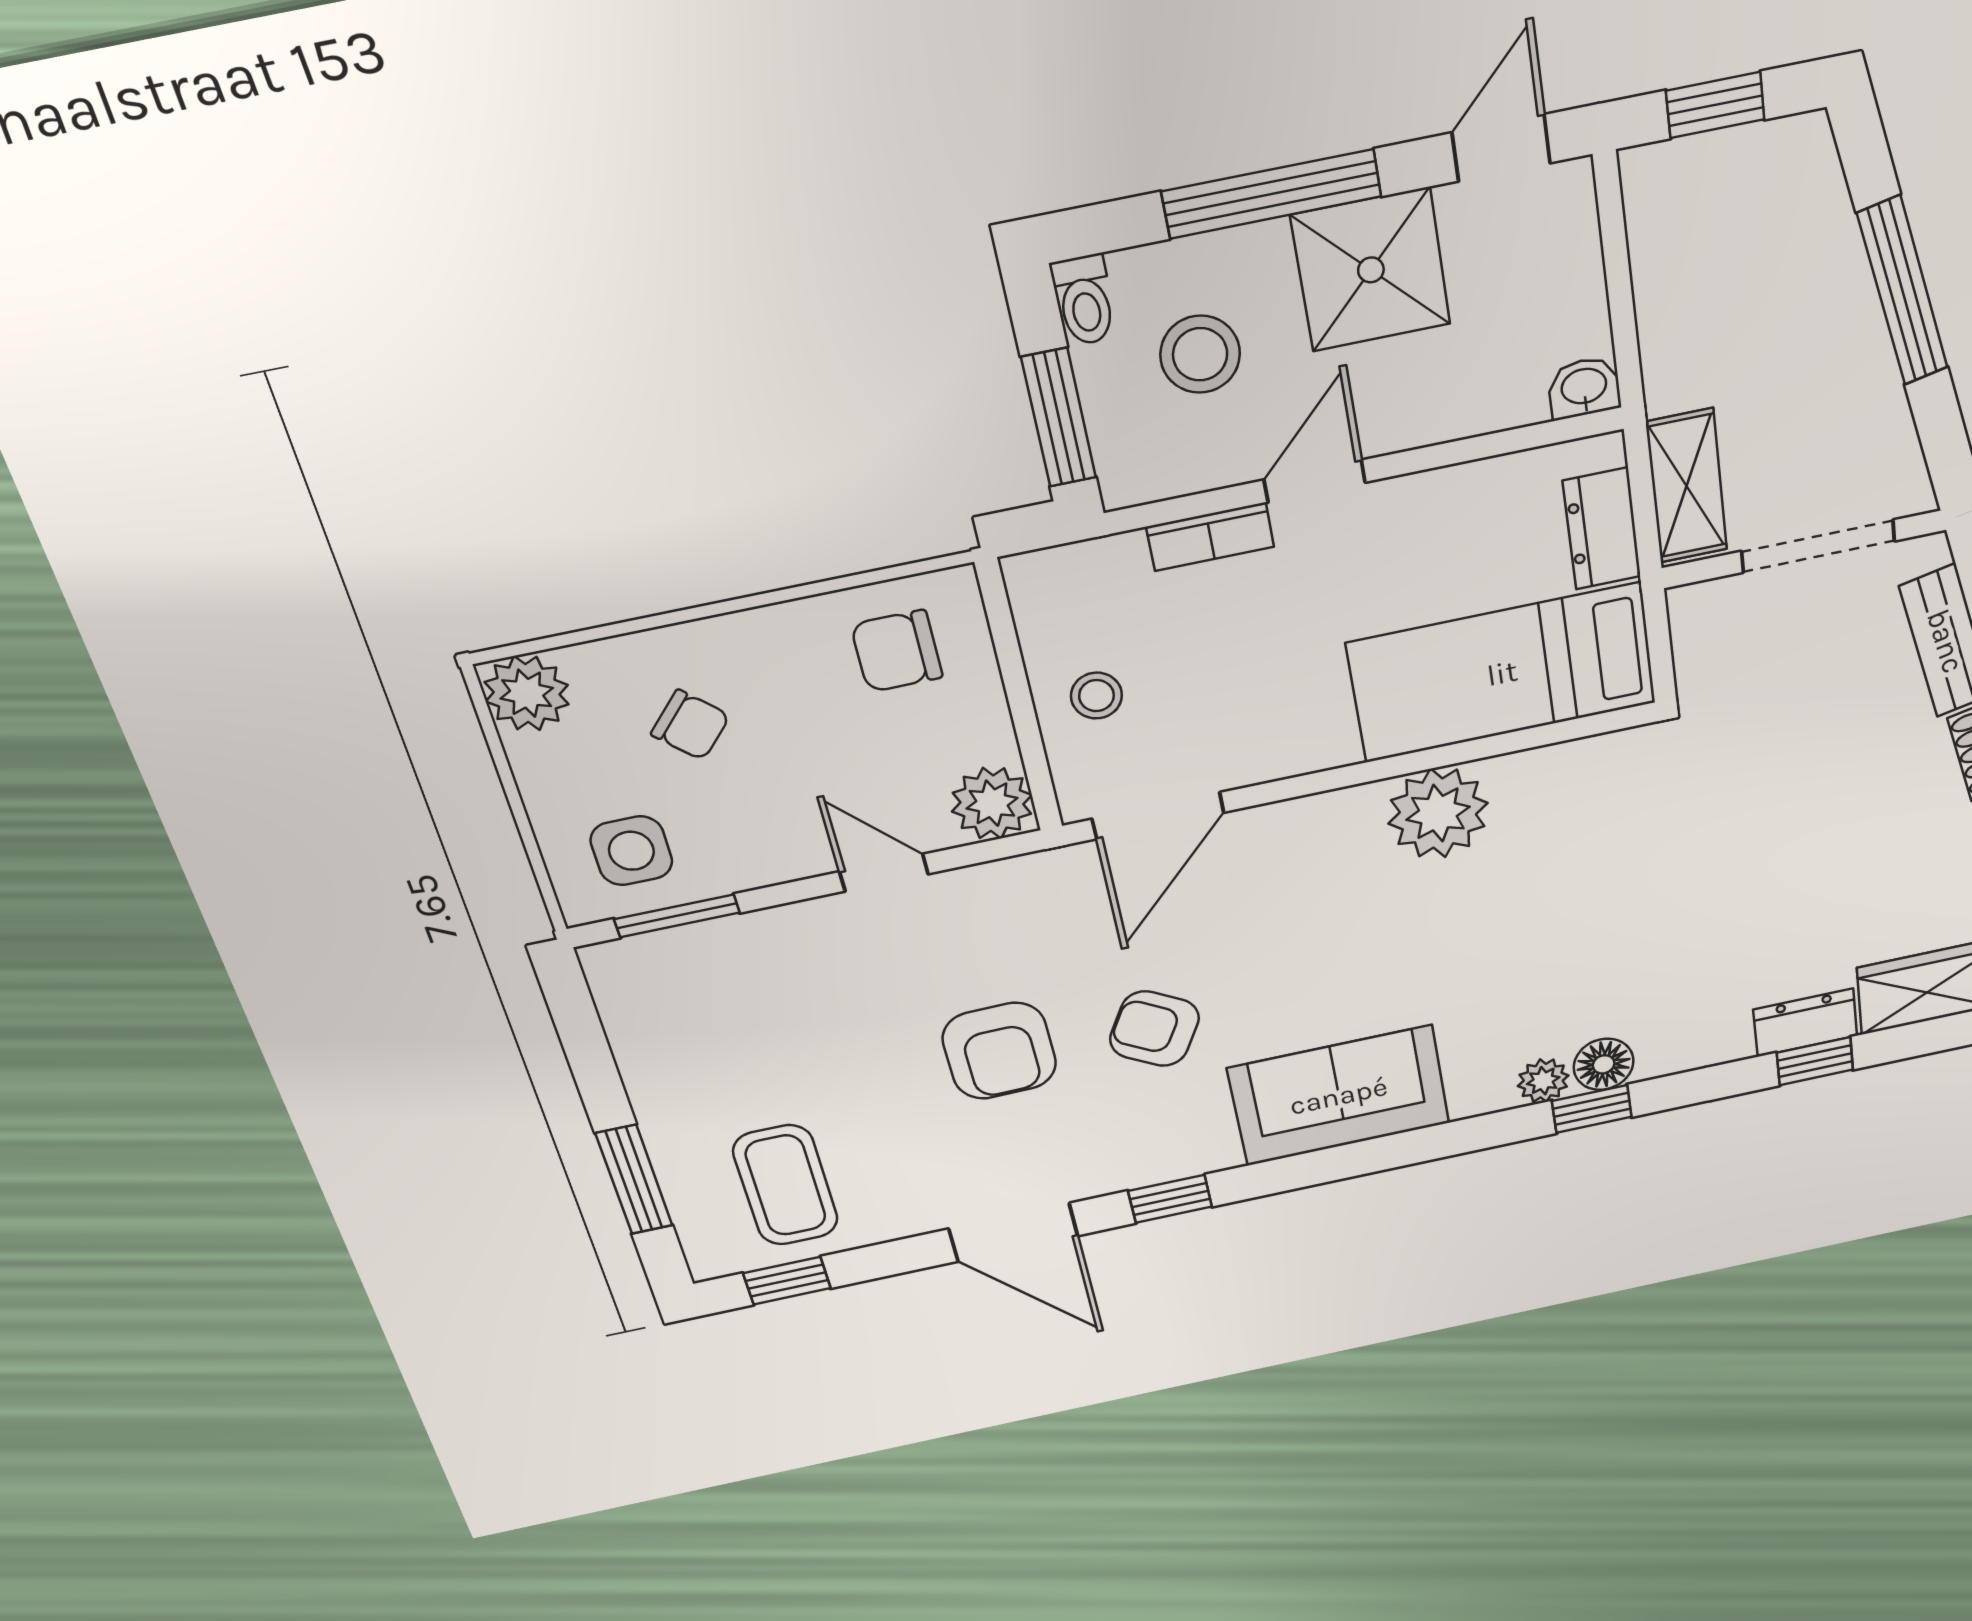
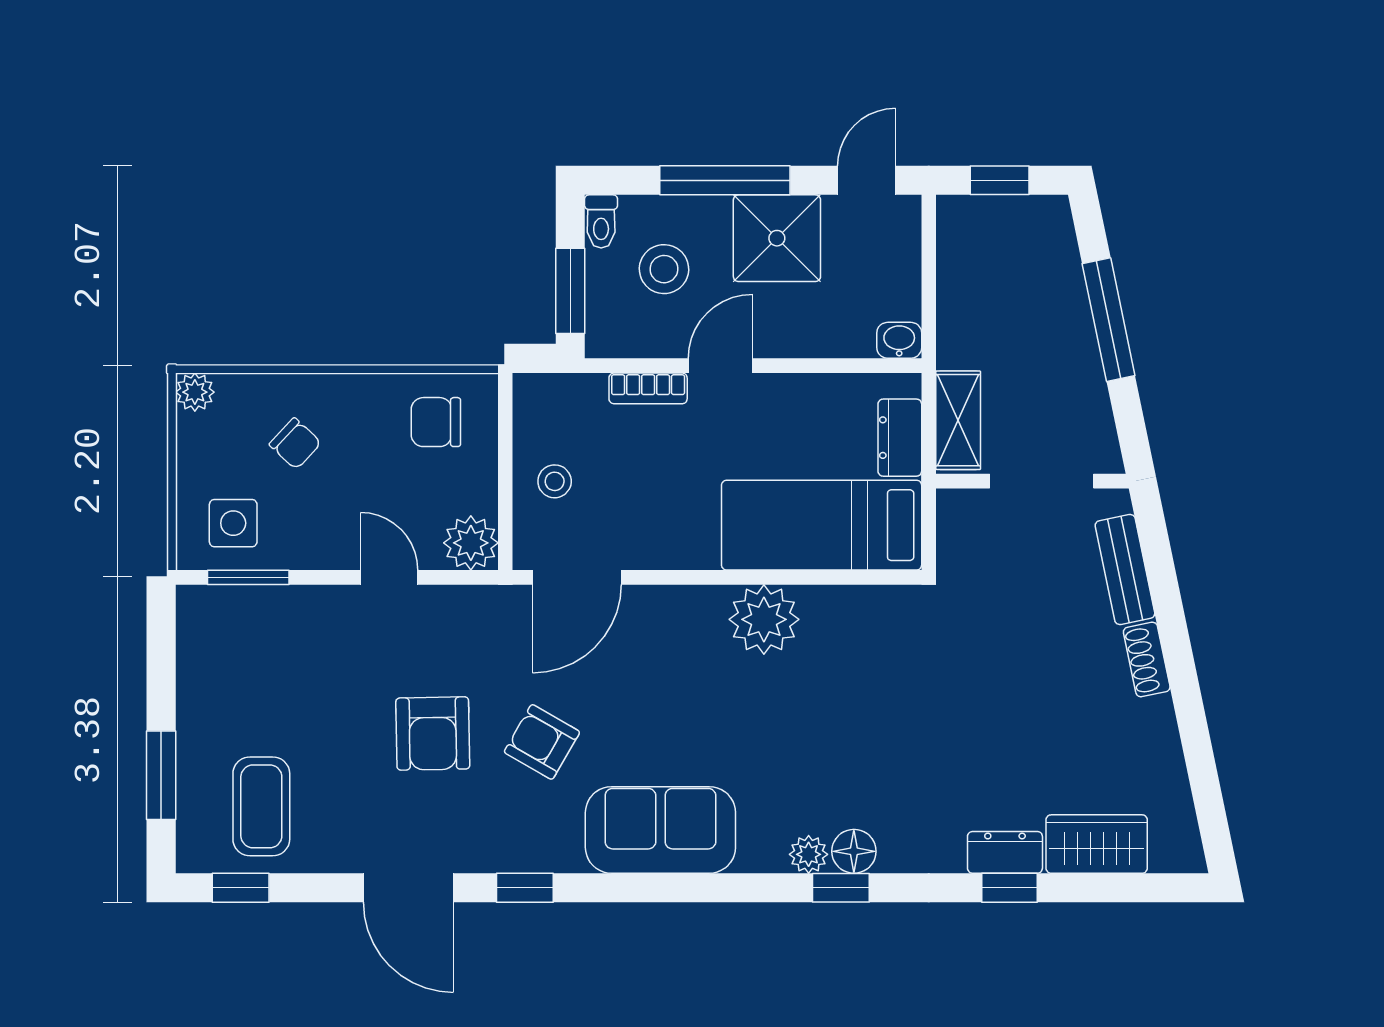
plant: (527, 693) -> (195, 392), width x0.73, depth x0.73

